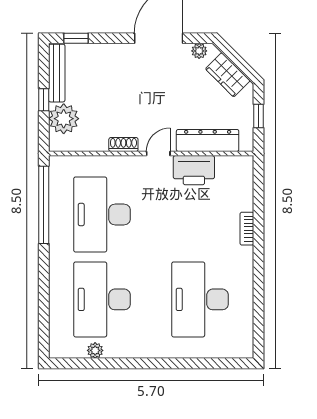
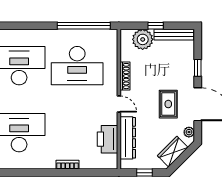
window: (76, 38) -> (198, 68), moved
rug: (158, 81) -> (168, 104), added
shoe rack: (123, 145) -> (125, 76), width x1.43
printer: (194, 170) -> (107, 139), moved
desk: (102, 214) -> (77, 66), turned 180

